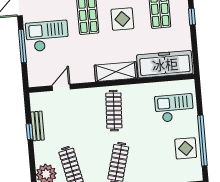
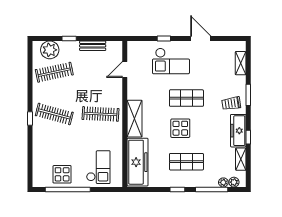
checkout: (47, 36) -> (171, 61), turned 90
window: (22, 46) -> (164, 38), width x0.46
door: (61, 87) -> (125, 69), swing flipped
window: (30, 132) -> (69, 38), moved

